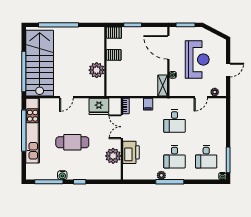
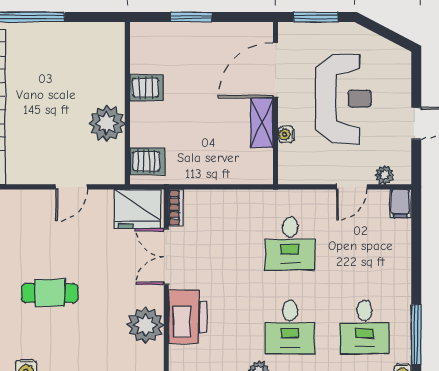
server rack: (114, 33) -> (148, 161), moved
door: (168, 47) -> (275, 70), hinge flipped
shelving: (163, 86) -> (262, 123), moved
door: (66, 97) -> (71, 187), moved
filing cabinet: (148, 104) -> (400, 204), moved
fridge: (99, 106) -> (138, 209), moved
cafe table: (72, 142) -> (50, 293), width x0.73, depth x0.74

